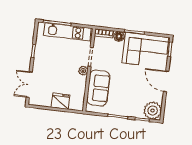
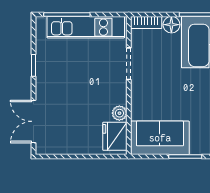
plant: (83, 71) -> (119, 113), moved
sofa: (98, 88) -> (160, 138), moved, turned -90
fridge: (61, 101) -> (115, 136), moved, turned -90

